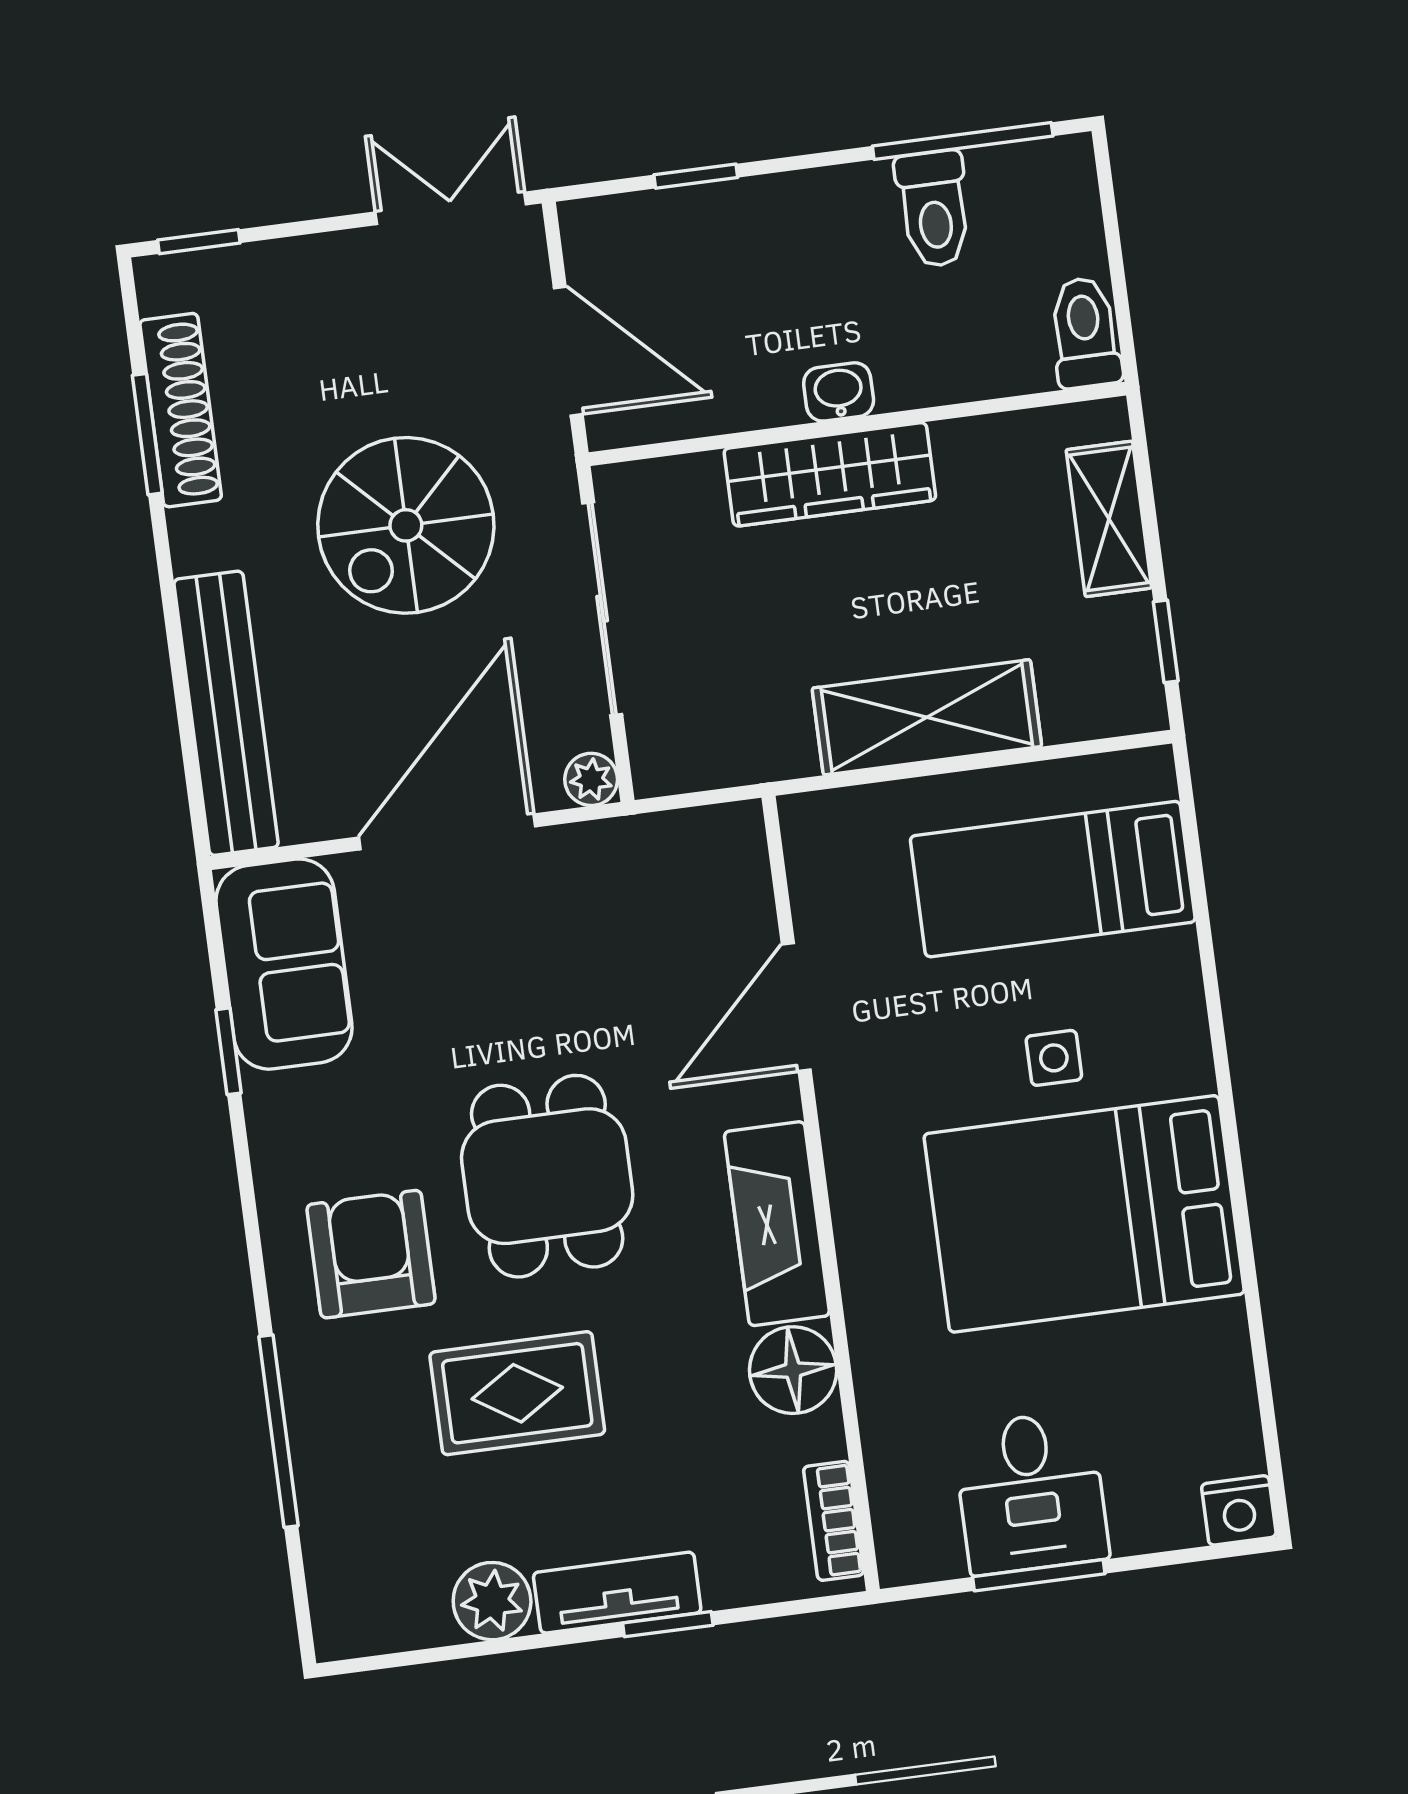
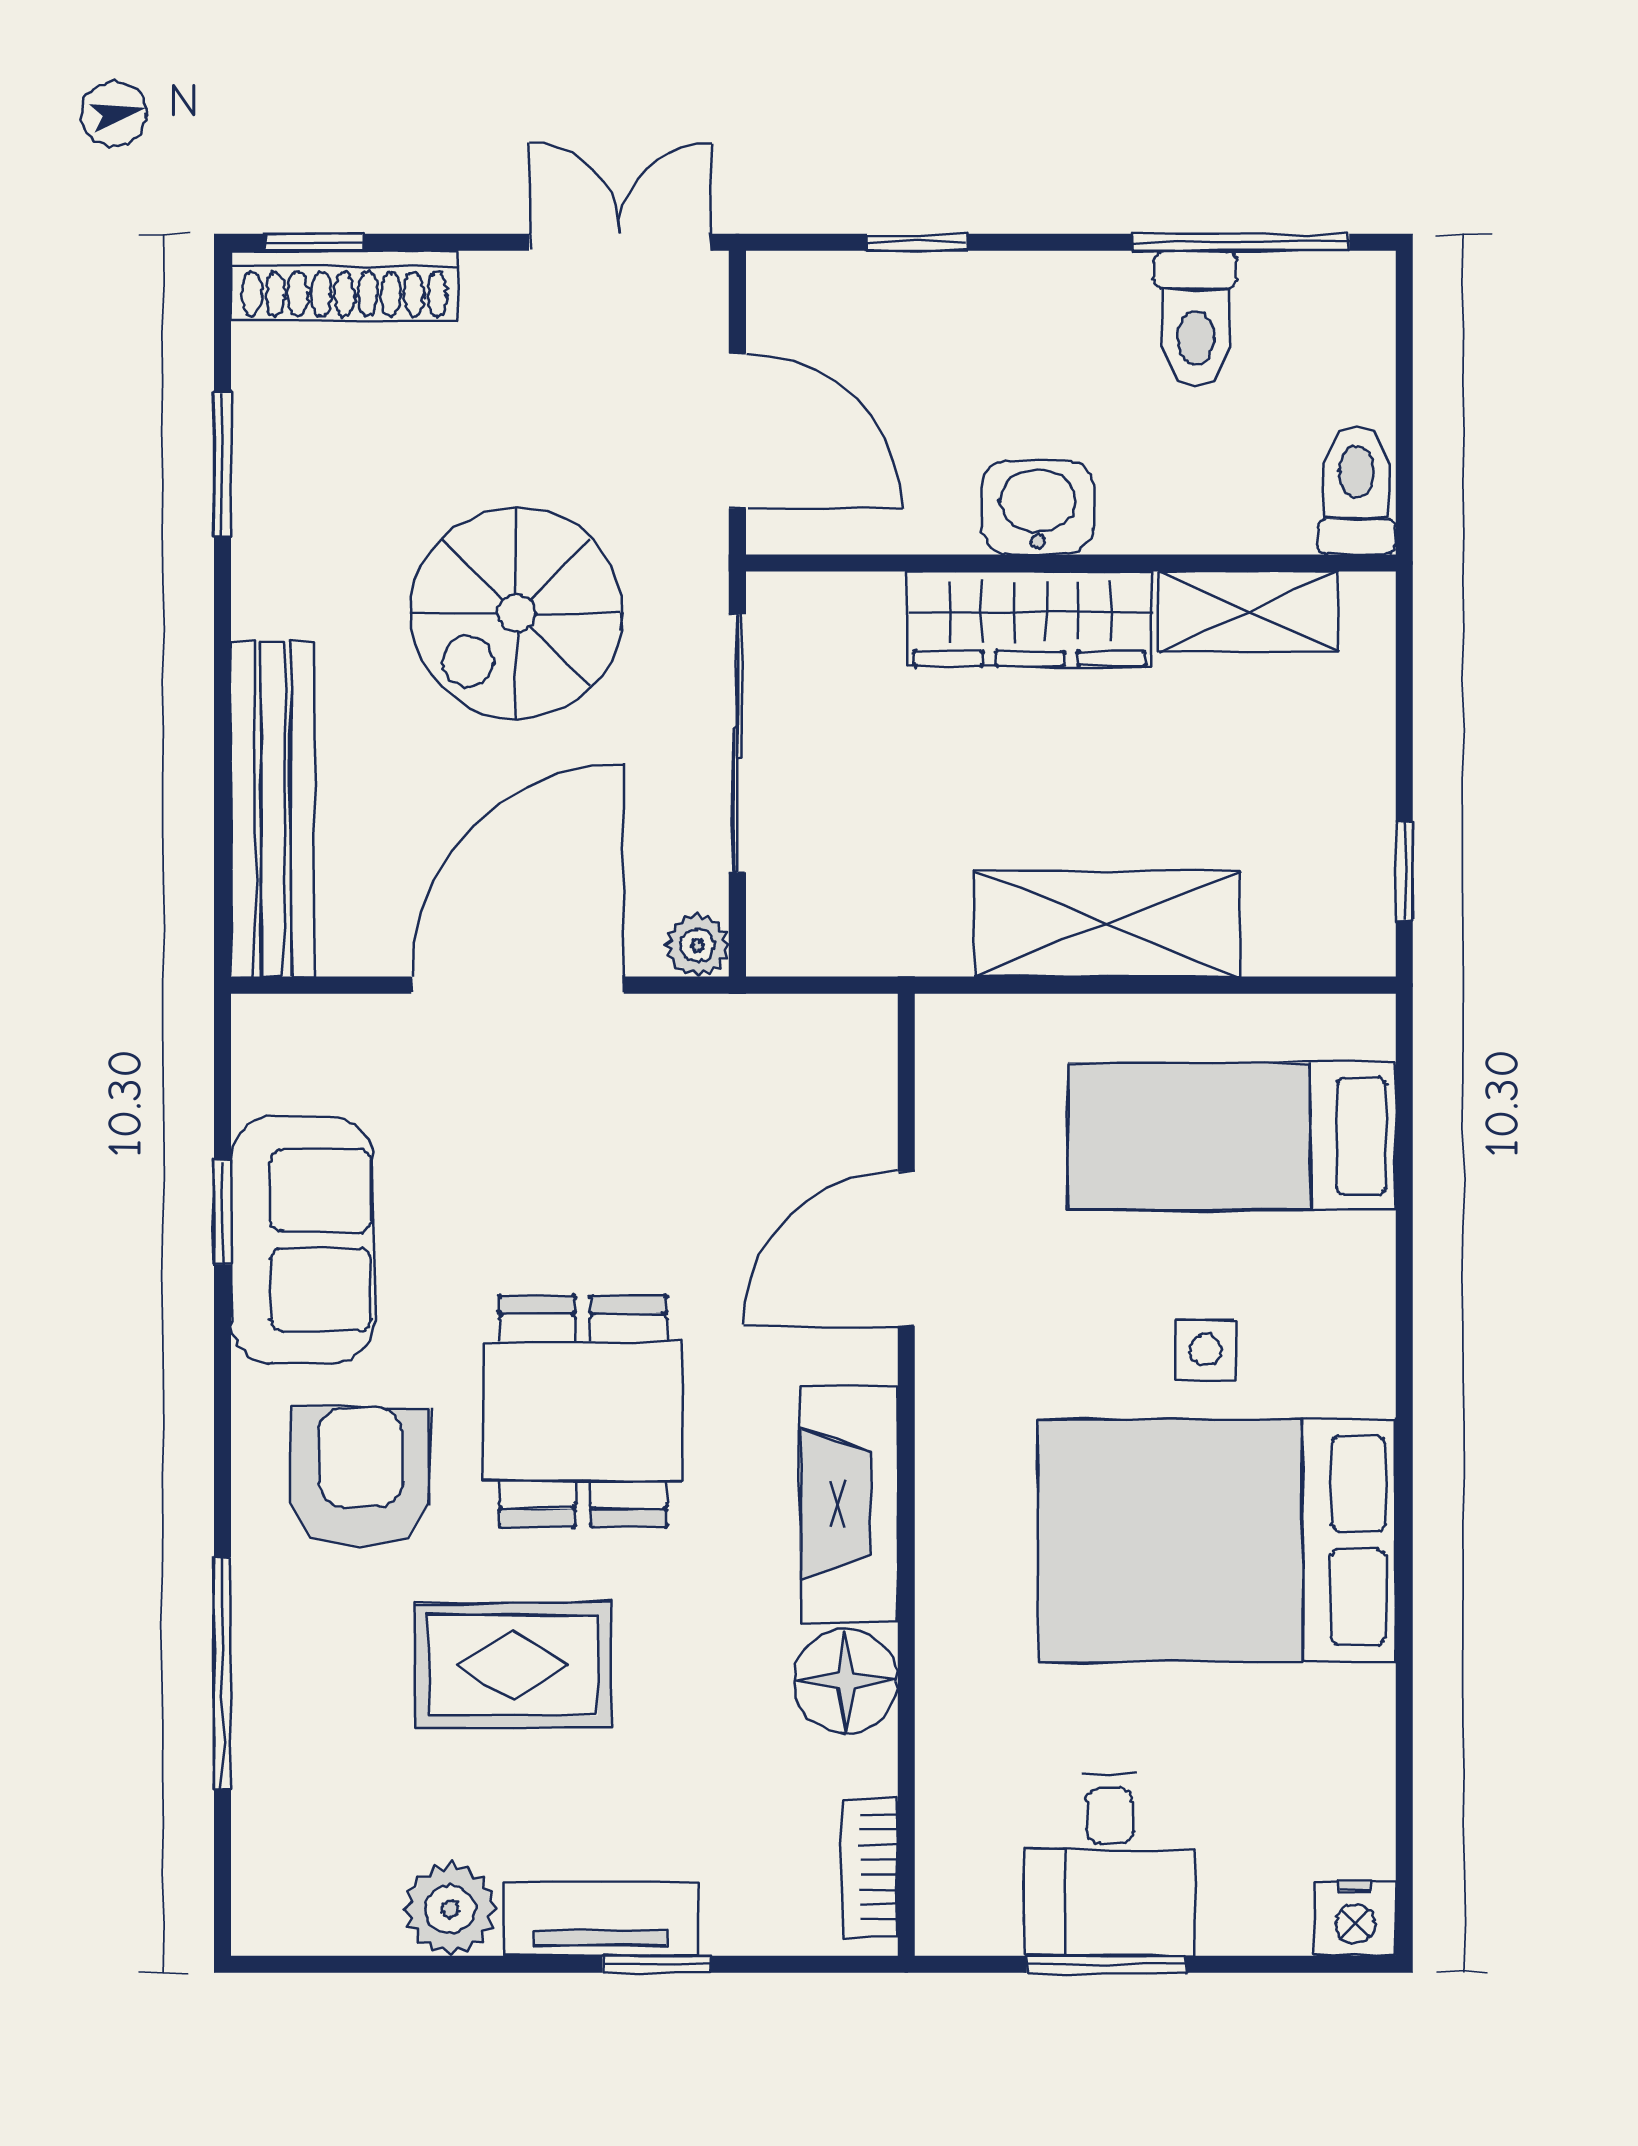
washbasin: (839, 392) -> (1038, 507), width x1.38, depth x1.45
shoe rack: (181, 410) -> (344, 286), moved, turned 90
shelving: (1109, 519) -> (1249, 612), moved, turned 90
sofa: (284, 964) -> (302, 1240), moved

